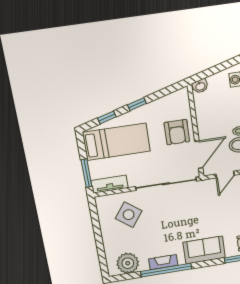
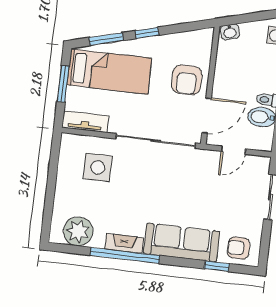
window: (107, 117) -> (106, 39), width x1.50
window: (87, 173) -> (63, 84), moved
side table: (129, 215) -> (98, 167), turned -37
sofa: (204, 250) -> (182, 242), width x1.36

